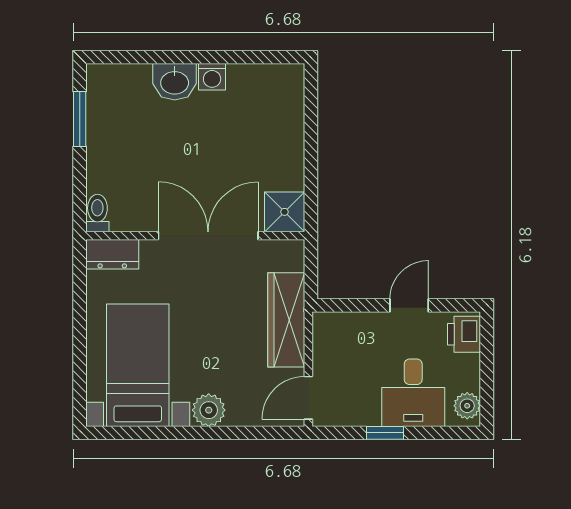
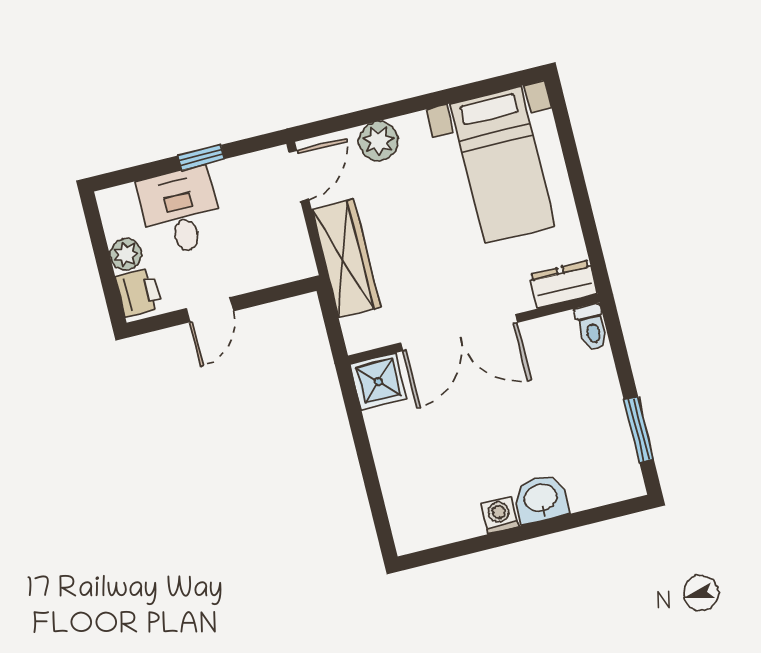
plant: (467, 406) -> (126, 254), moved
plant: (209, 410) -> (379, 141), moved

